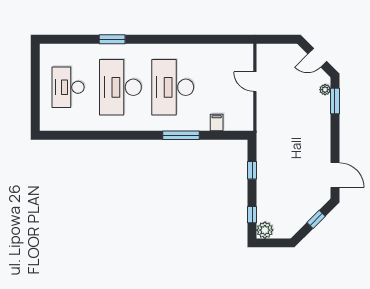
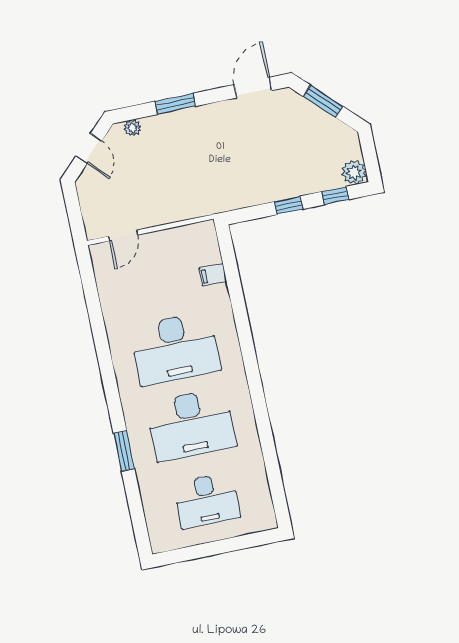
door: (255, 82) -> (123, 236), moved
window: (335, 101) -> (175, 104), moved
window: (181, 135) -> (242, 322), removed
window: (252, 170) -> (288, 205), moved
window: (316, 219) -> (323, 101), width x1.50

